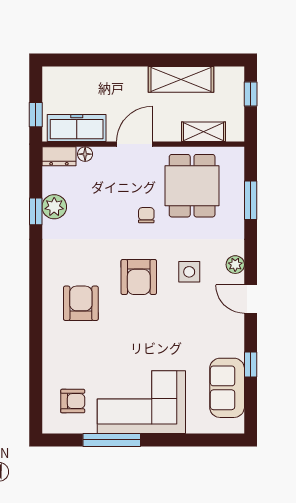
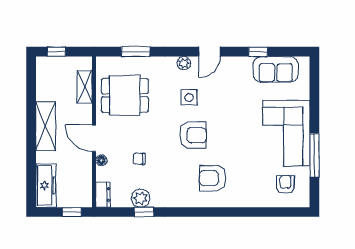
shelving: (181, 79) -> (46, 126), moved
freezer: (77, 128) -> (46, 185), moved, turned 180
floor lamp: (85, 154) -> (101, 160), moved
chair: (146, 215) -> (139, 159), moved

